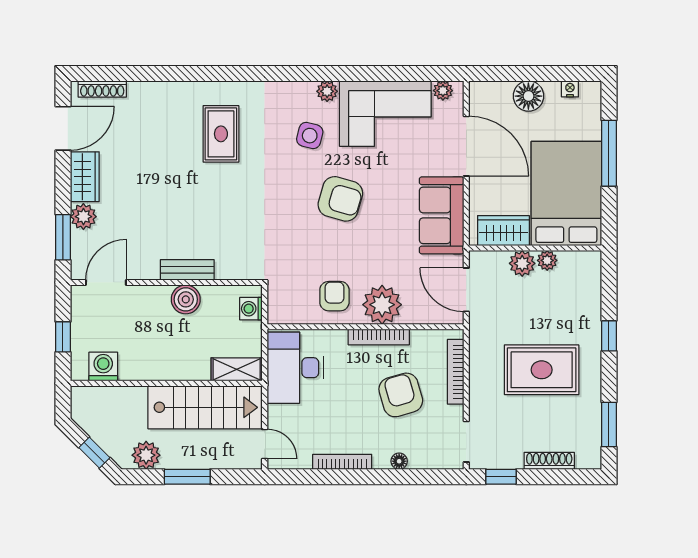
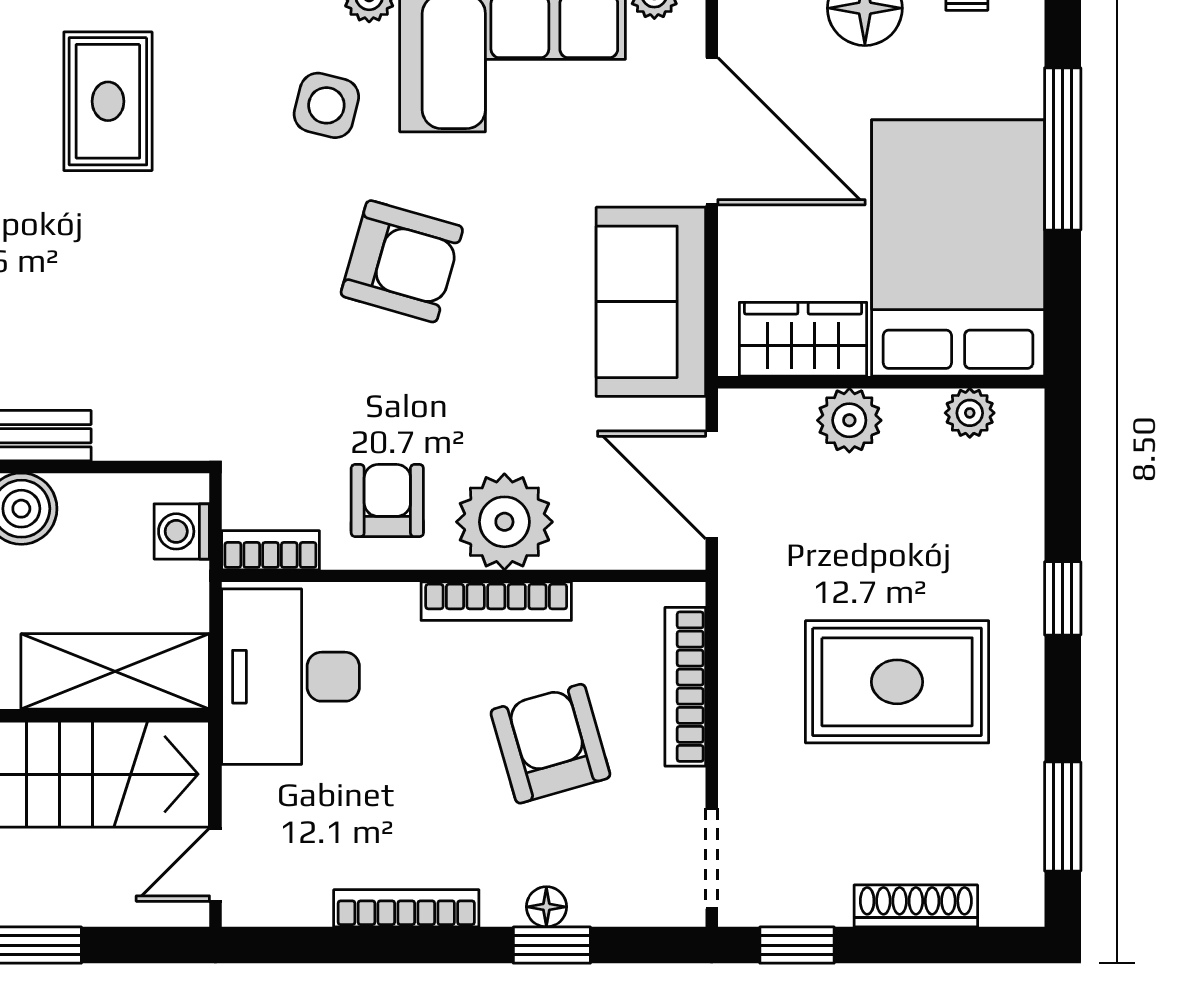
plant: (547, 260) -> (970, 413), moved
bookcase: (287, 316) -> (270, 550), added
shelving: (237, 369) -> (115, 671), width x1.50, depth x1.33
door: (265, 444) -> (215, 865), swing flipped
window: (401, 477) -> (552, 945), added

